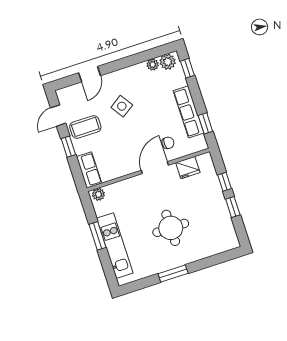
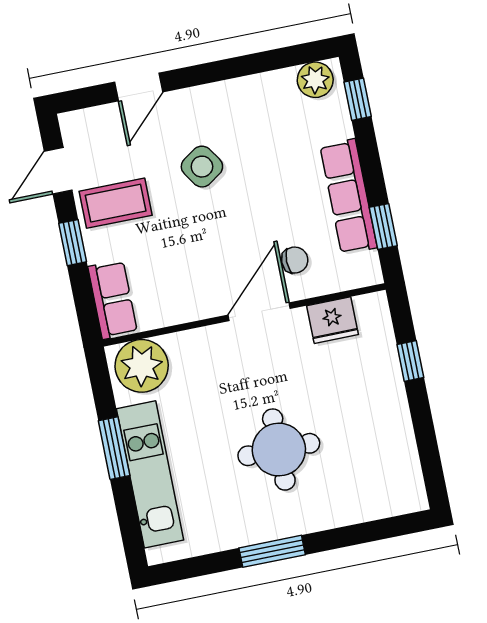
plant: (153, 64) -> (281, 82), removed
plant: (98, 194) -> (142, 366), width x1.88, depth x1.88
window: (233, 207) -> (422, 419), removed

